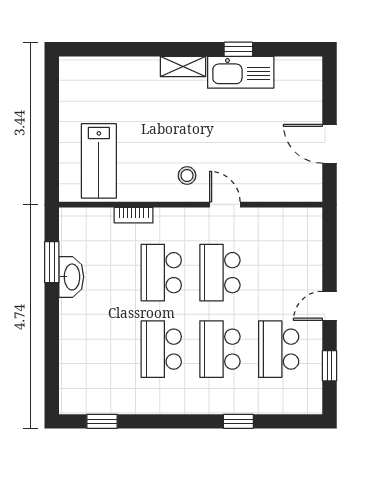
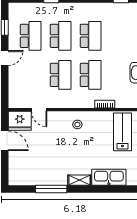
window: (238, 49) -> (51, 189), width x2.17
kitchen sink: (241, 72) -> (109, 177), moved
fridge: (300, 183) -> (20, 121), added
door: (225, 205) -> (39, 110), moved

